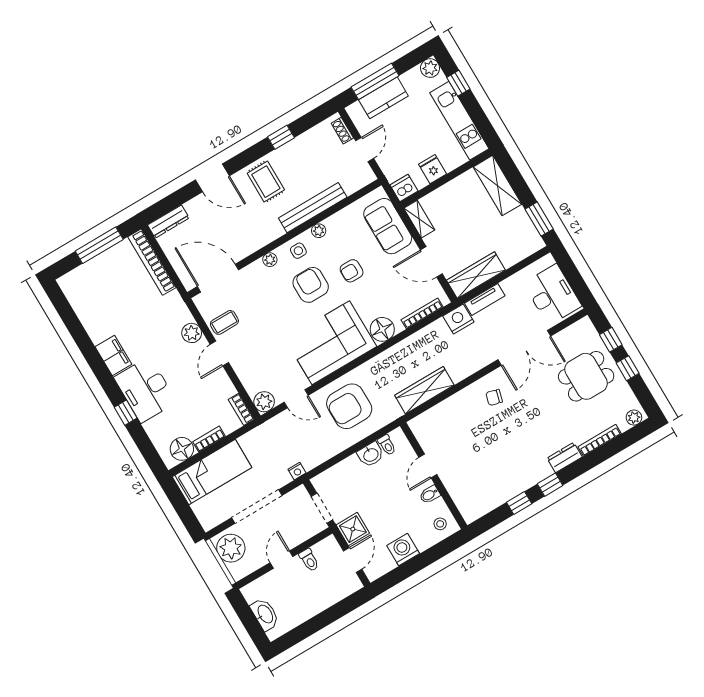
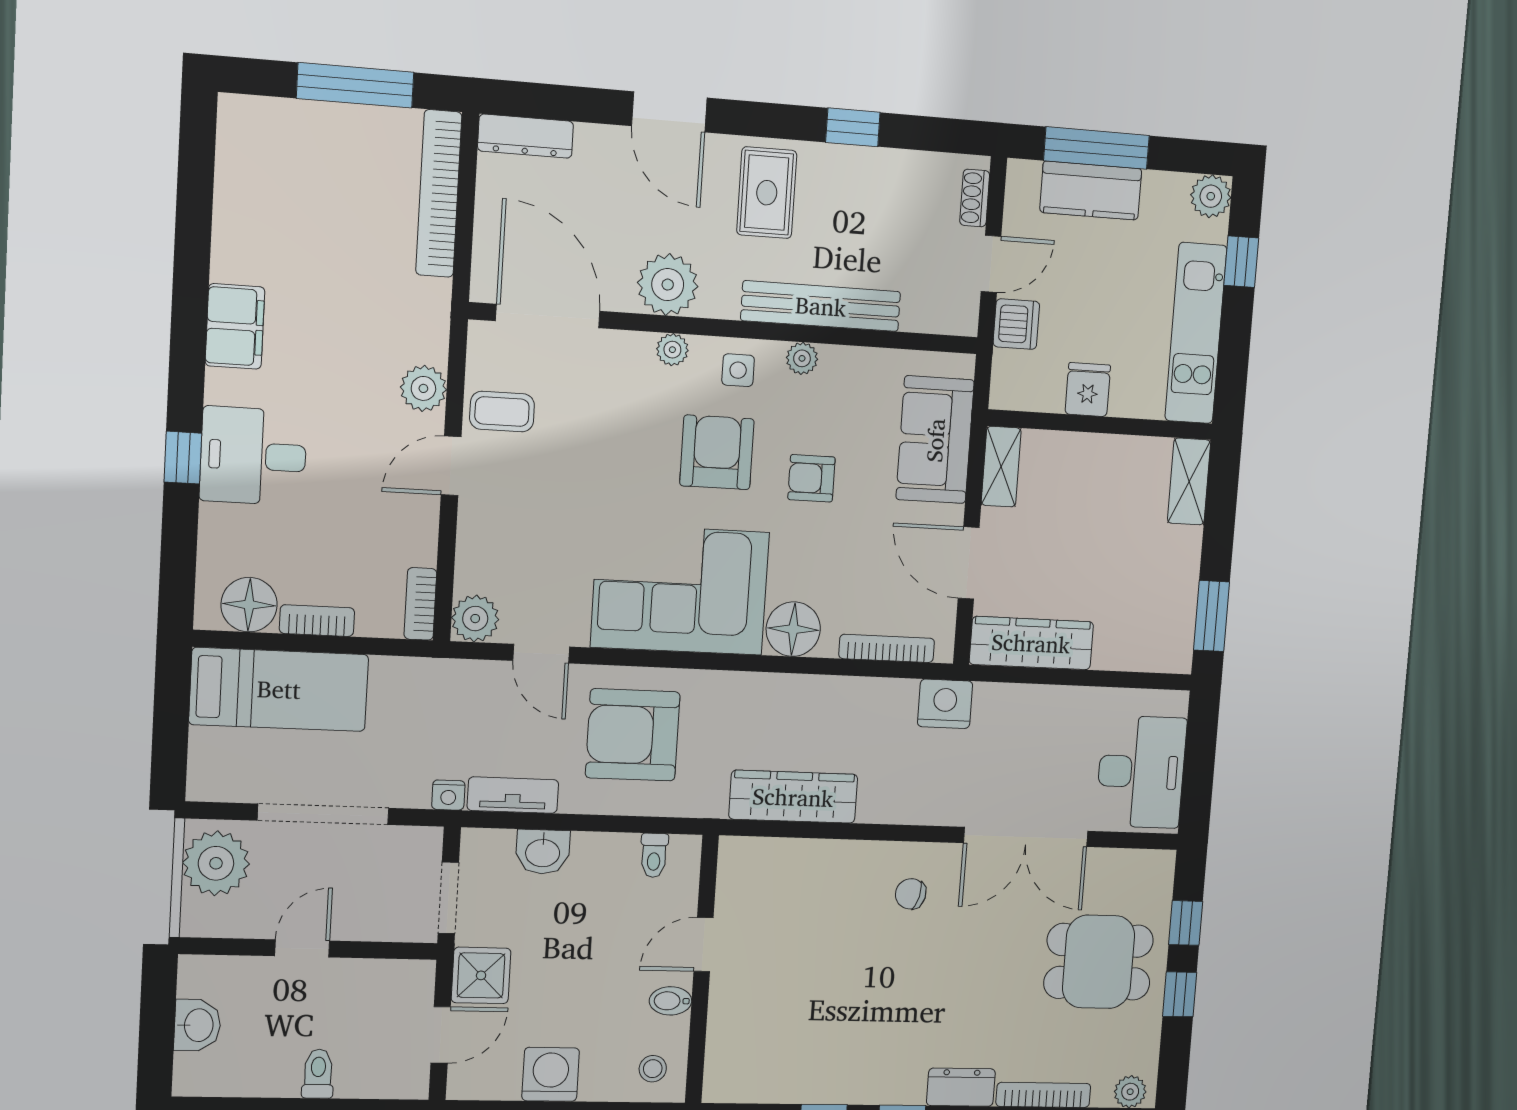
shelving: (497, 186) -> (1189, 482), width x0.67, depth x0.75
dishwasher: (404, 188) -> (1016, 324), moved, turned 90
plant: (253, 238) -> (668, 285), added
tv unit: (485, 300) -> (513, 795), moved, turned 180
desk: (145, 390) -> (253, 456), width x0.73
washbasin: (371, 455) -> (543, 852), moved
toilet: (309, 560) -> (318, 1074), moved, turned 180
washbasin: (265, 614) -> (197, 1025), width x0.72

